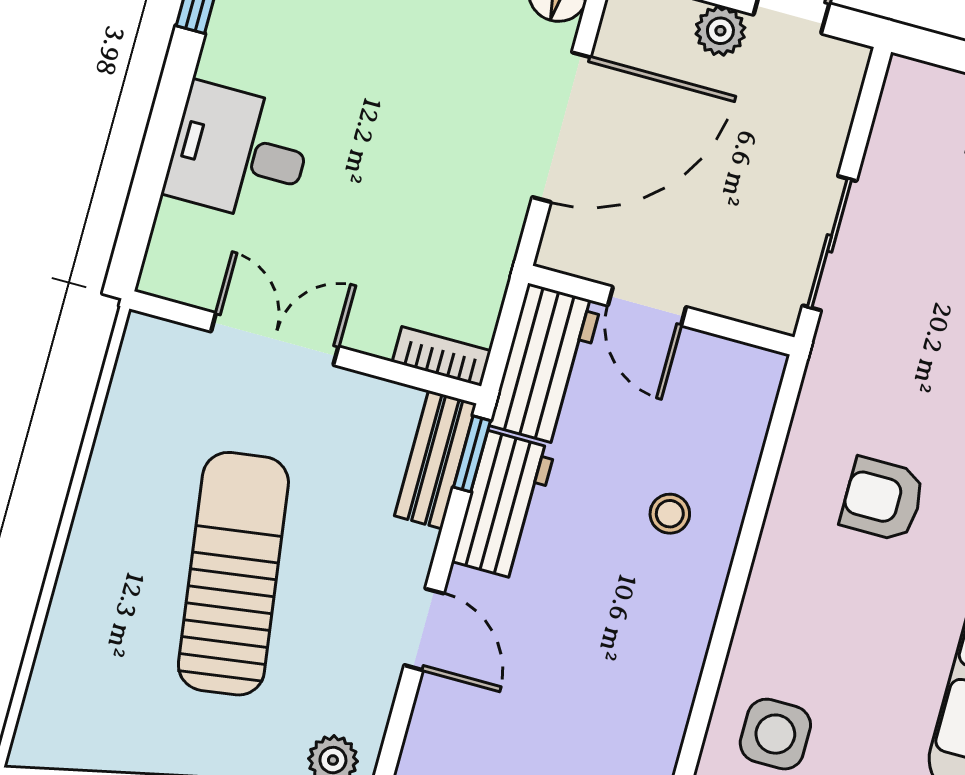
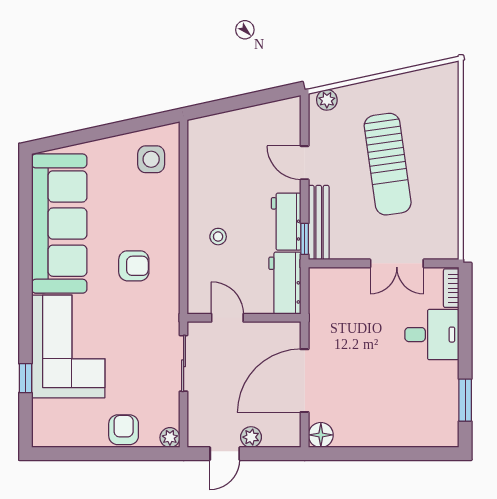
plant: (908, 81) -> (170, 438), added
door: (647, 306) -> (227, 318), moved
bookcase: (442, 356) -> (451, 288), moved, turned 90
bench: (435, 460) -> (319, 223), width x1.36

